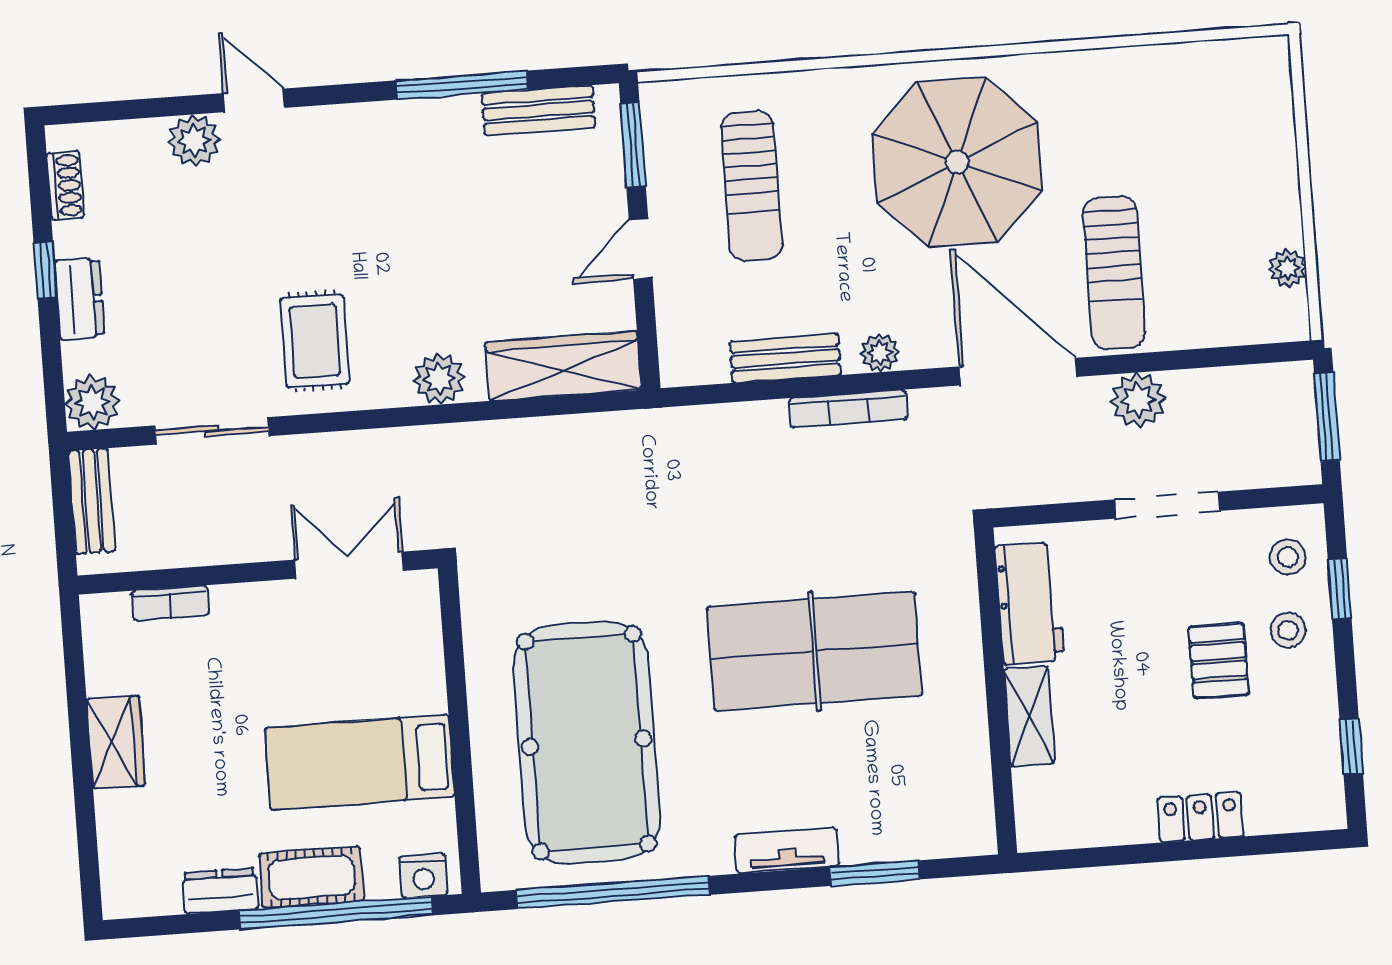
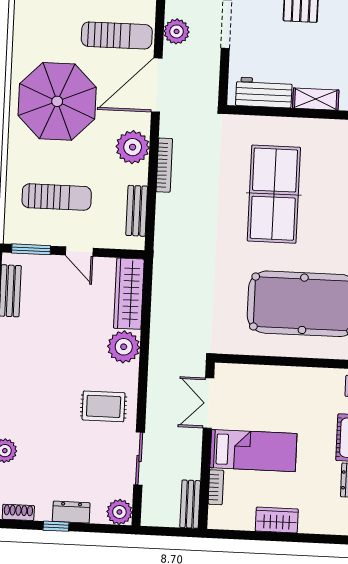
plant: (880, 353) -> (133, 147), width x1.87, depth x1.87
bench: (785, 358) -> (137, 211), moved
plant: (439, 379) -> (124, 347), width x1.36, depth x1.36
bench: (92, 501) -> (190, 504), moved, turned 90
bed: (360, 762) -> (253, 451), moved, turned -90

